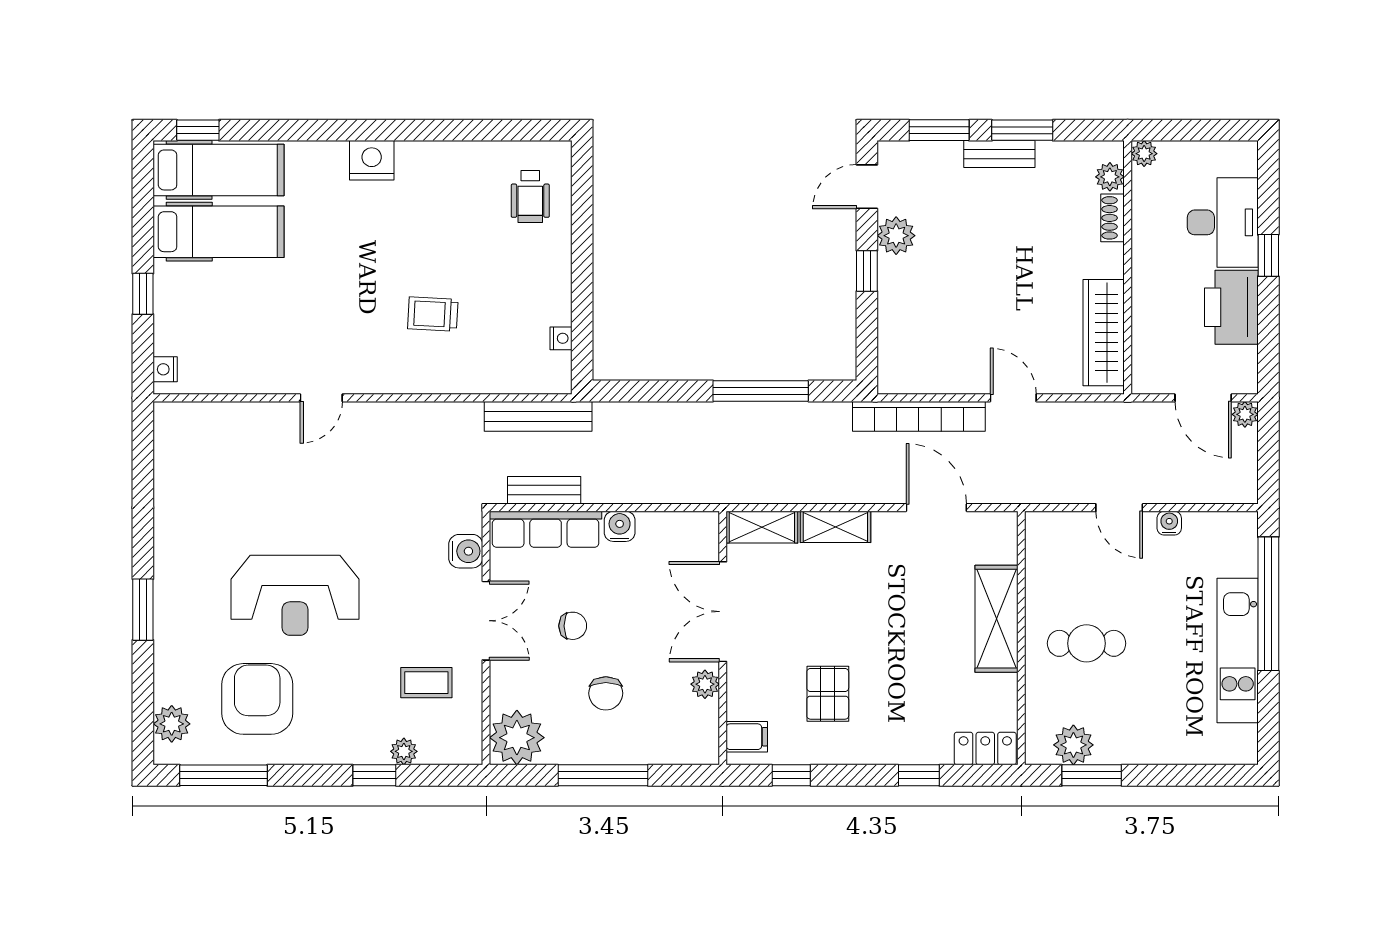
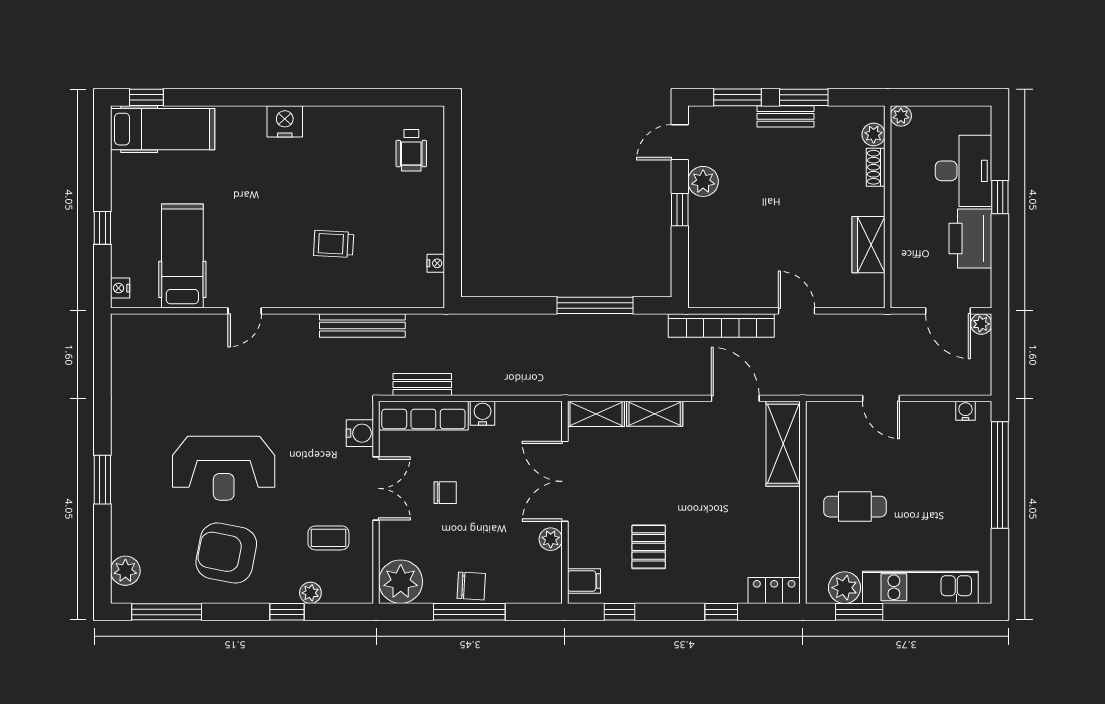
hospital bed: (219, 232) -> (182, 256), moved, turned -90
wardrobe: (1104, 333) -> (869, 245), width x0.67
bench: (538, 416) -> (362, 325), moved
water cooler: (1169, 523) -> (965, 411), moved
shelving: (996, 619) -> (783, 444), moved
kitchen unit: (1238, 651) -> (920, 587), moved, turned 90
chair: (606, 693) -> (471, 586), moved, turned -87
armchair: (257, 699) -> (226, 553), moved, turned -79

